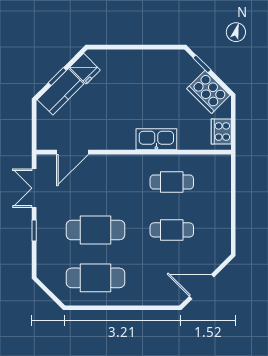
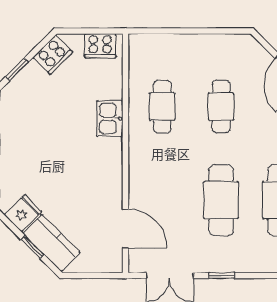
cooker: (208, 92) -> (53, 55), width x0.73, depth x0.76
kitchen sink: (156, 139) -> (110, 119), width x0.73

